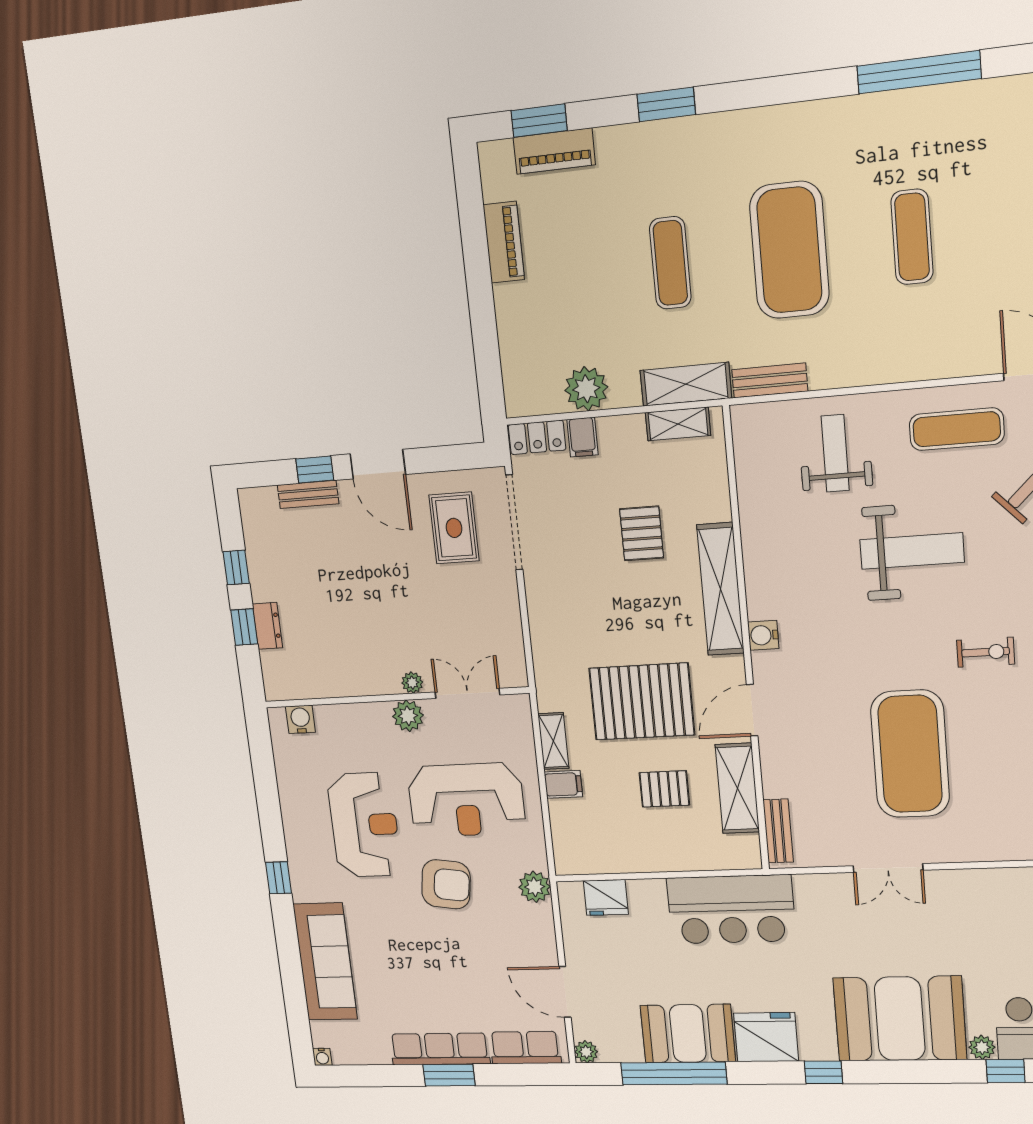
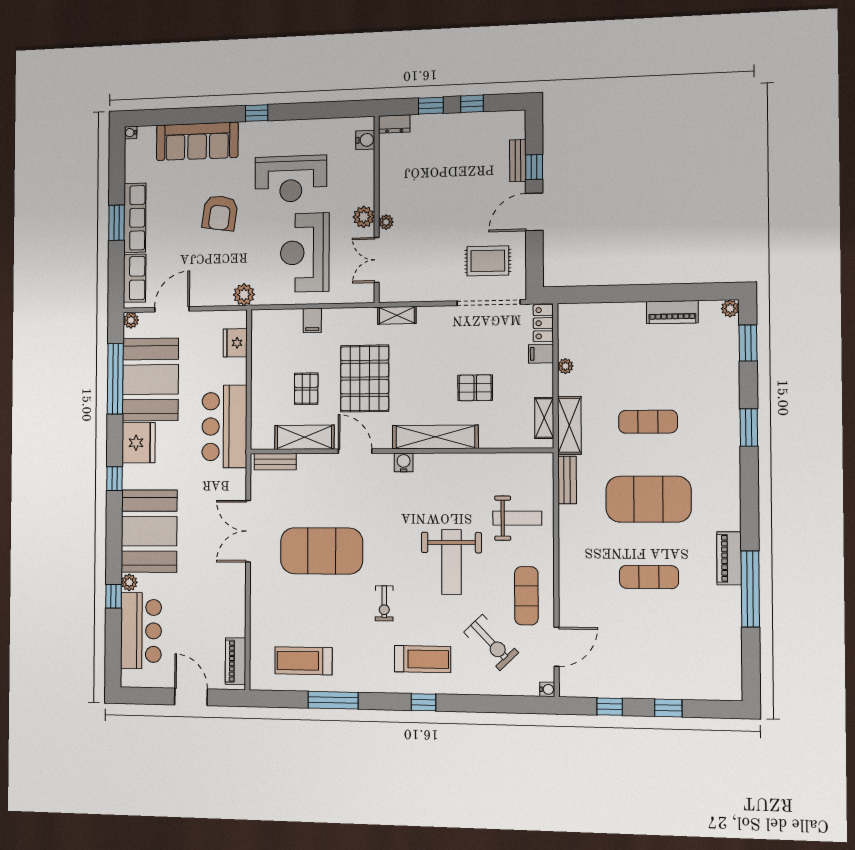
piano: (554, 151) -> (729, 558), moved
plant: (490, 154) -> (730, 308), added
plant: (586, 389) -> (565, 366), width x0.53, depth x0.53
dresser: (267, 626) -> (394, 124), moved
double door: (467, 693) -> (377, 260), swing flipped
shelving: (553, 741) -> (397, 315), moved
double door: (888, 868) -> (248, 531), width x1.37
armchair: (446, 884) -> (220, 213), moved
booth: (688, 1033) -> (150, 380), width x1.36, depth x1.42

